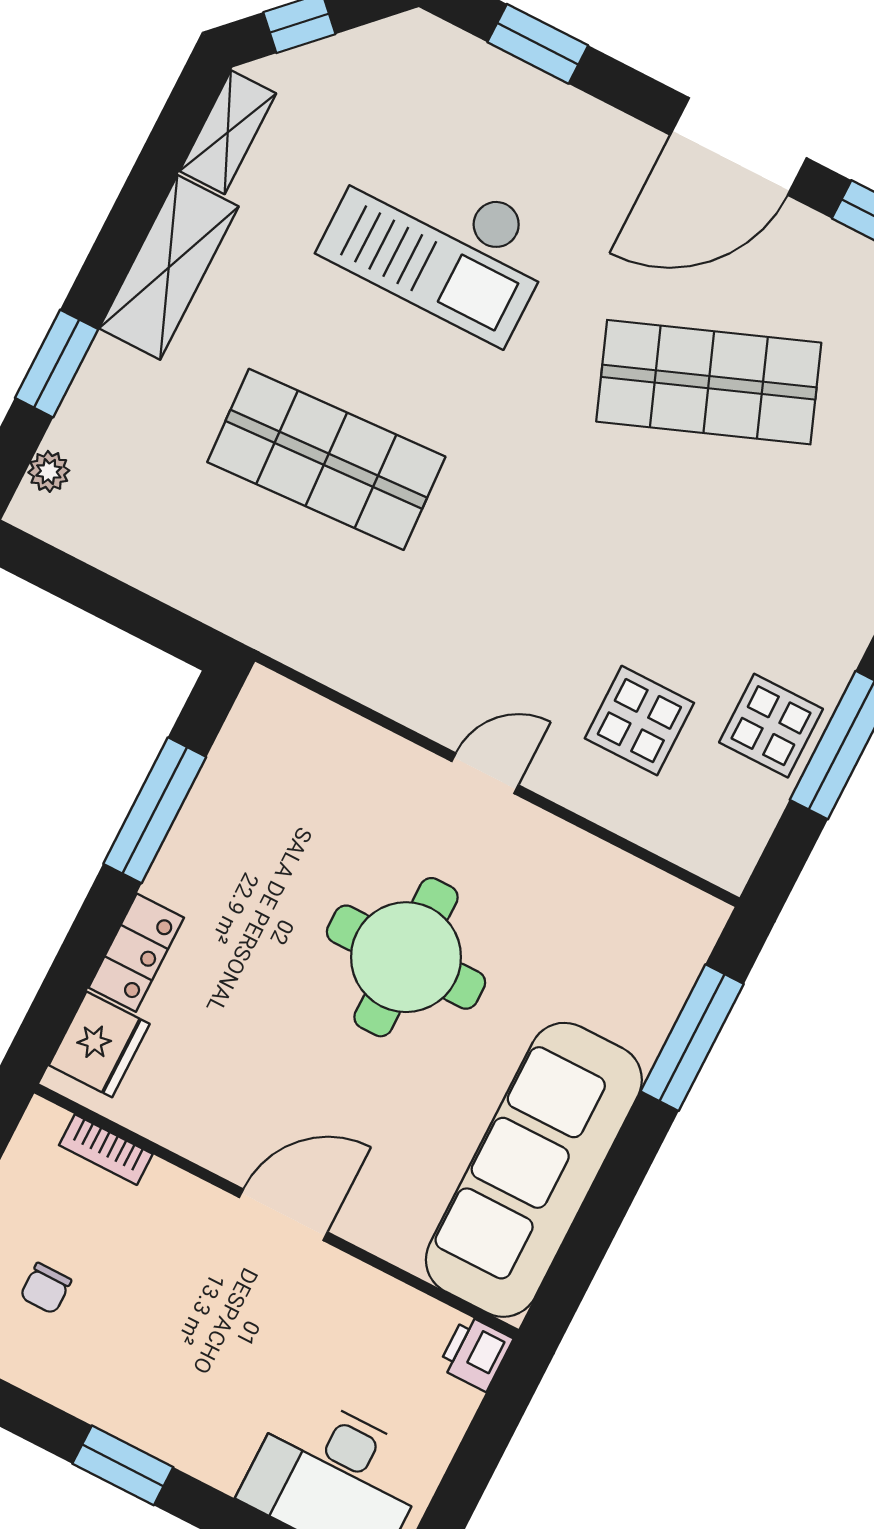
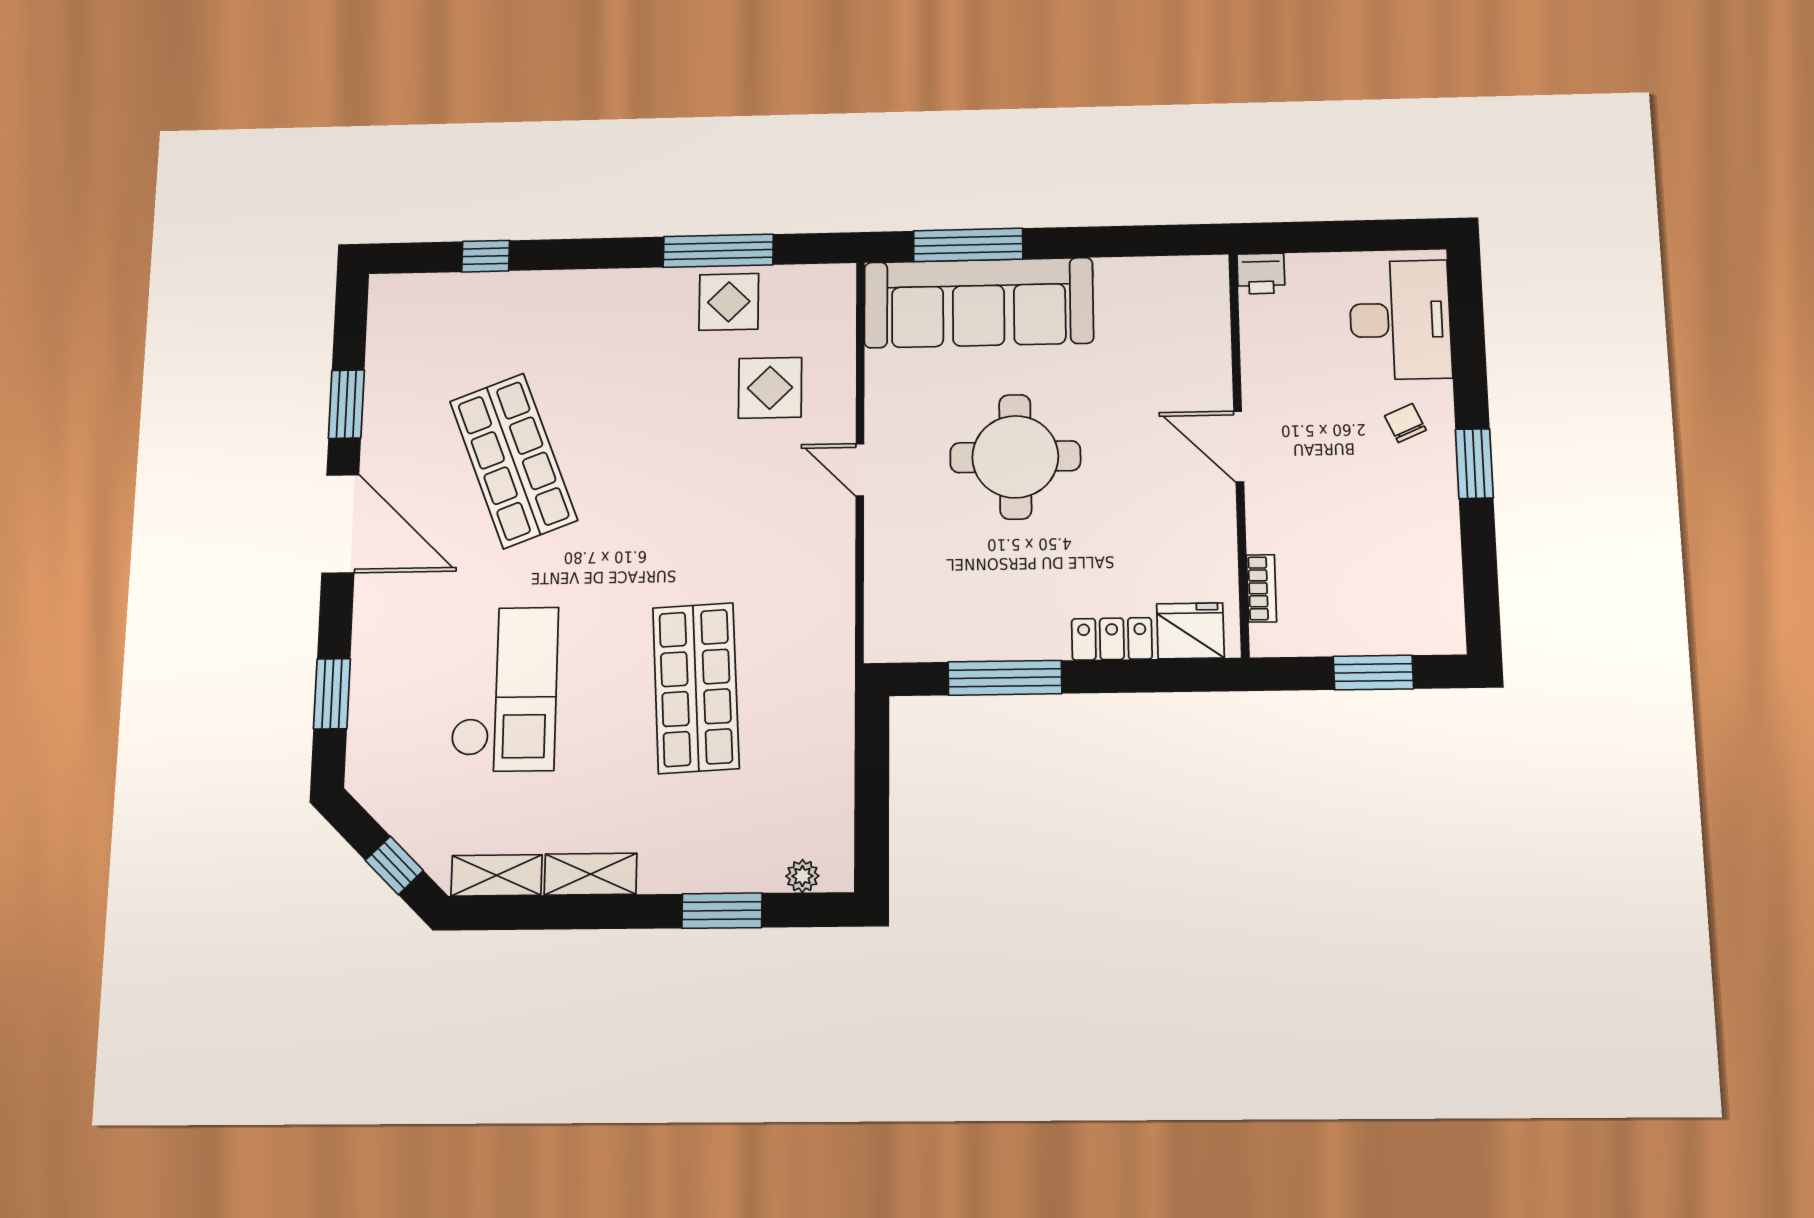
shelving: (169, 267) -> (591, 874), width x0.67, depth x0.75
sofa: (534, 1170) -> (978, 303), moved
chair: (46, 1288) -> (1405, 423), moved, turned -114

